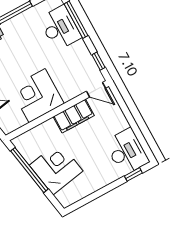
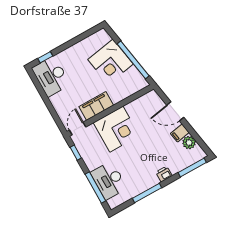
door: (96, 90) -> (78, 129), hinge flipped
corner desk: (37, 96) -> (116, 129), moved

